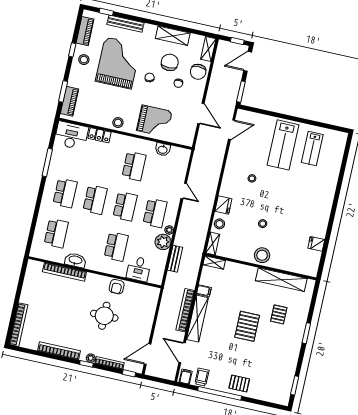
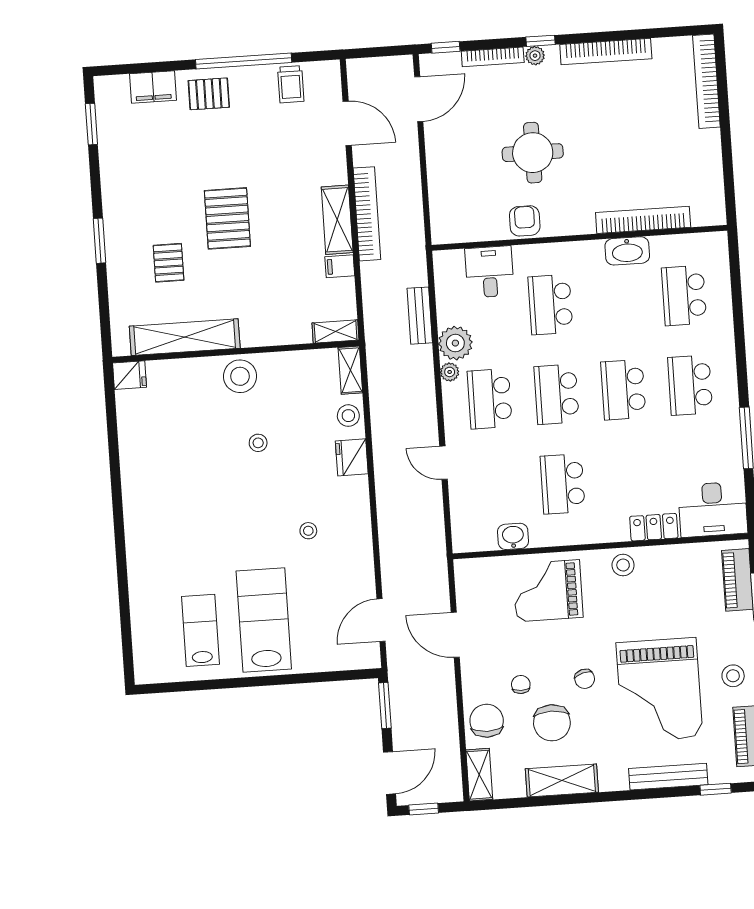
fridge: (316, 244) -> (130, 375), moved
shelving: (197, 319) -> (337, 220), width x0.68
filing cabinet: (186, 377) -> (153, 87), moved, width x2.00

